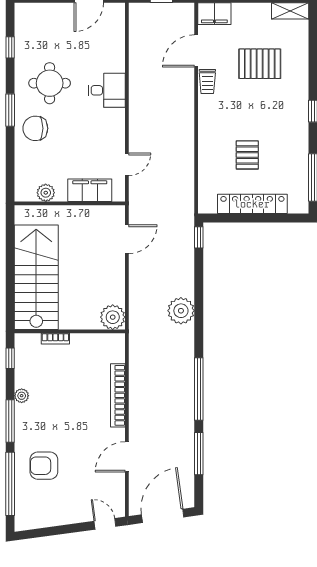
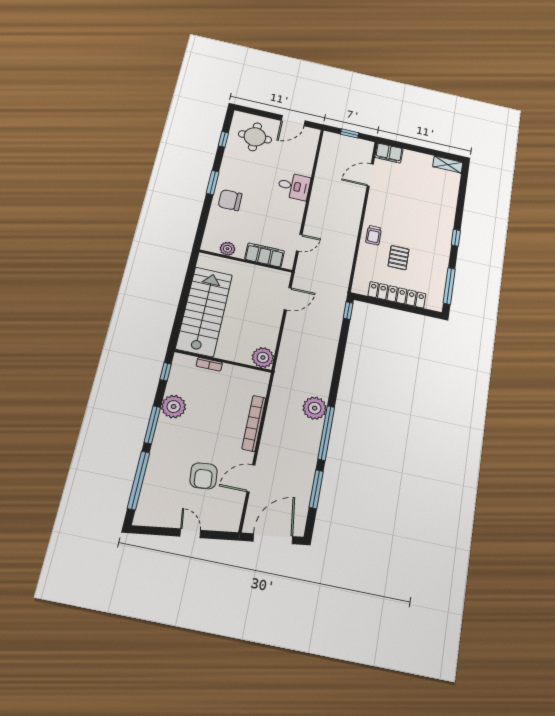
pallet: (260, 64) -> (419, 195), removed
trolley: (207, 81) -> (374, 235), moved
round table: (50, 83) -> (255, 137), moved
plant: (181, 311) -> (315, 408), moved
plant: (22, 396) -> (174, 407), width x1.88, depth x1.88
armchair: (44, 466) -> (204, 476), moved, turned -96
door: (105, 524) -> (190, 533), moved

